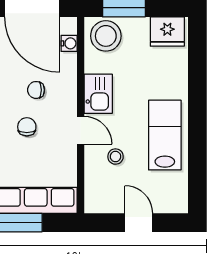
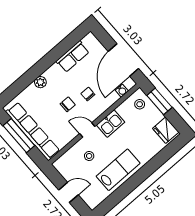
stool: (106, 36) -> (140, 104), width x0.53, depth x0.53
door: (81, 130) -> (87, 130), swing flipped
door: (139, 223) -> (68, 192), hinge flipped

